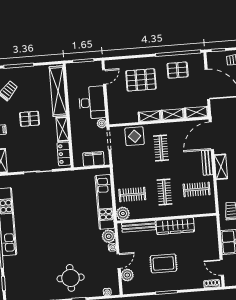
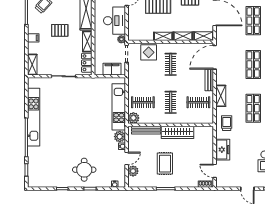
shelving: (221, 167) -> (221, 96), moved
rug: (163, 263) -> (165, 164), turned 90

